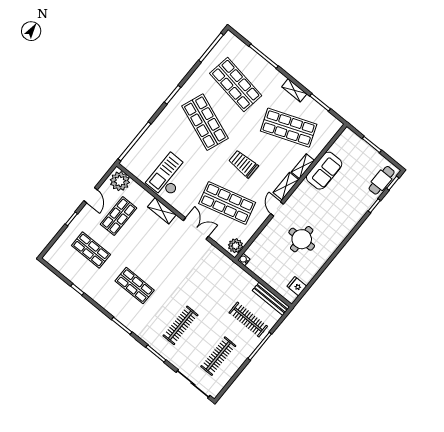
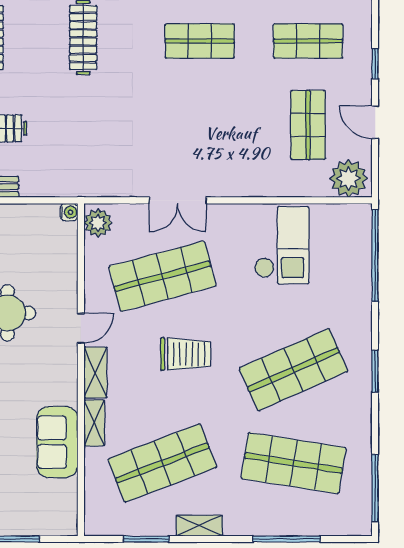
shop shelf: (205, 122) -> (293, 370), turned -45
door: (277, 209) -> (81, 328), hinge flipped
shelving: (162, 211) -> (250, 186), removed

